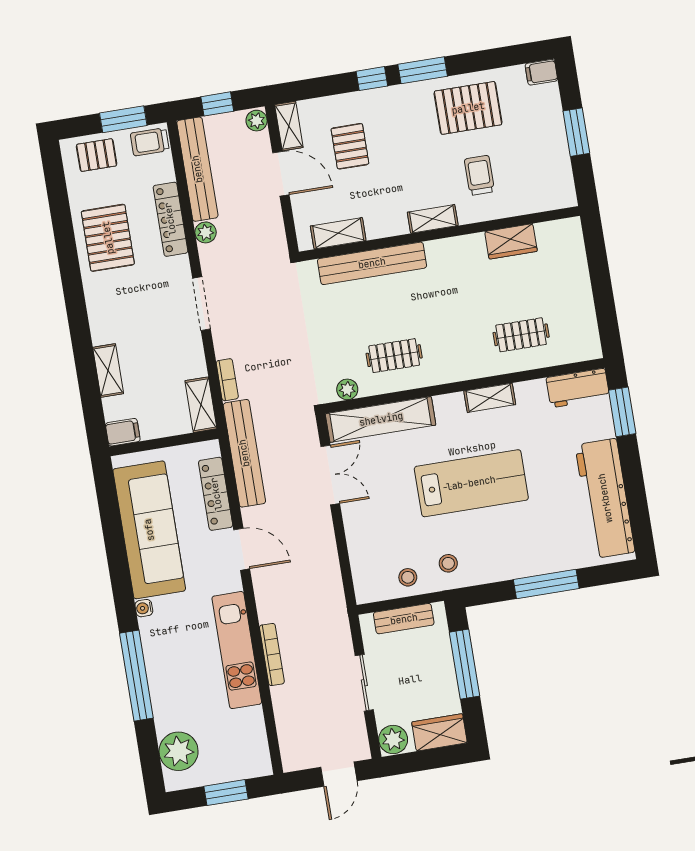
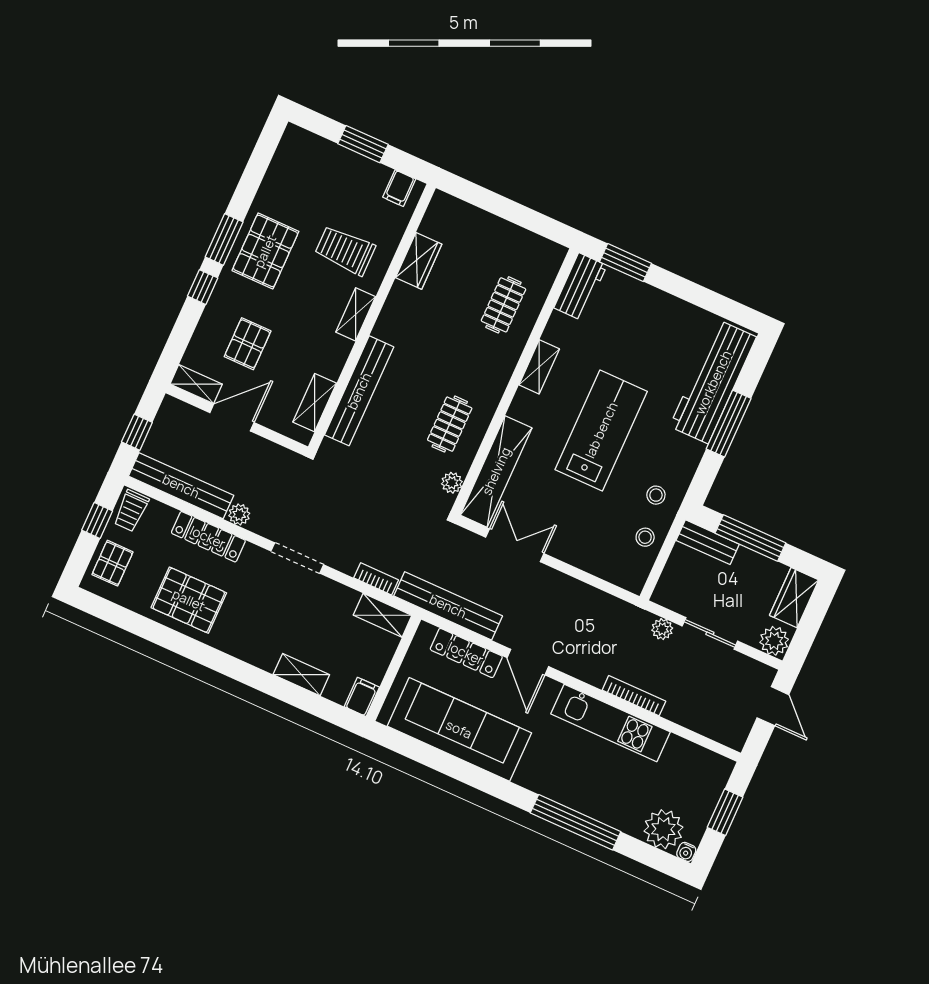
filing cabinet: (541, 72) -> (399, 188), moved
pallet: (468, 108) -> (265, 251), moved
window: (123, 119) -> (97, 520), width x0.67
plant: (257, 121) -> (662, 629), moved
pallet: (350, 146) -> (248, 344), turned 90
trolley: (479, 175) -> (345, 250), width x1.36, depth x1.39
workbench: (605, 498) -> (713, 382), moved, turned 90
door: (242, 549) -> (528, 662), swing flipped
water cooler: (144, 608) -> (686, 852), moved
bench: (404, 619) -> (708, 542), moved, turned 90

